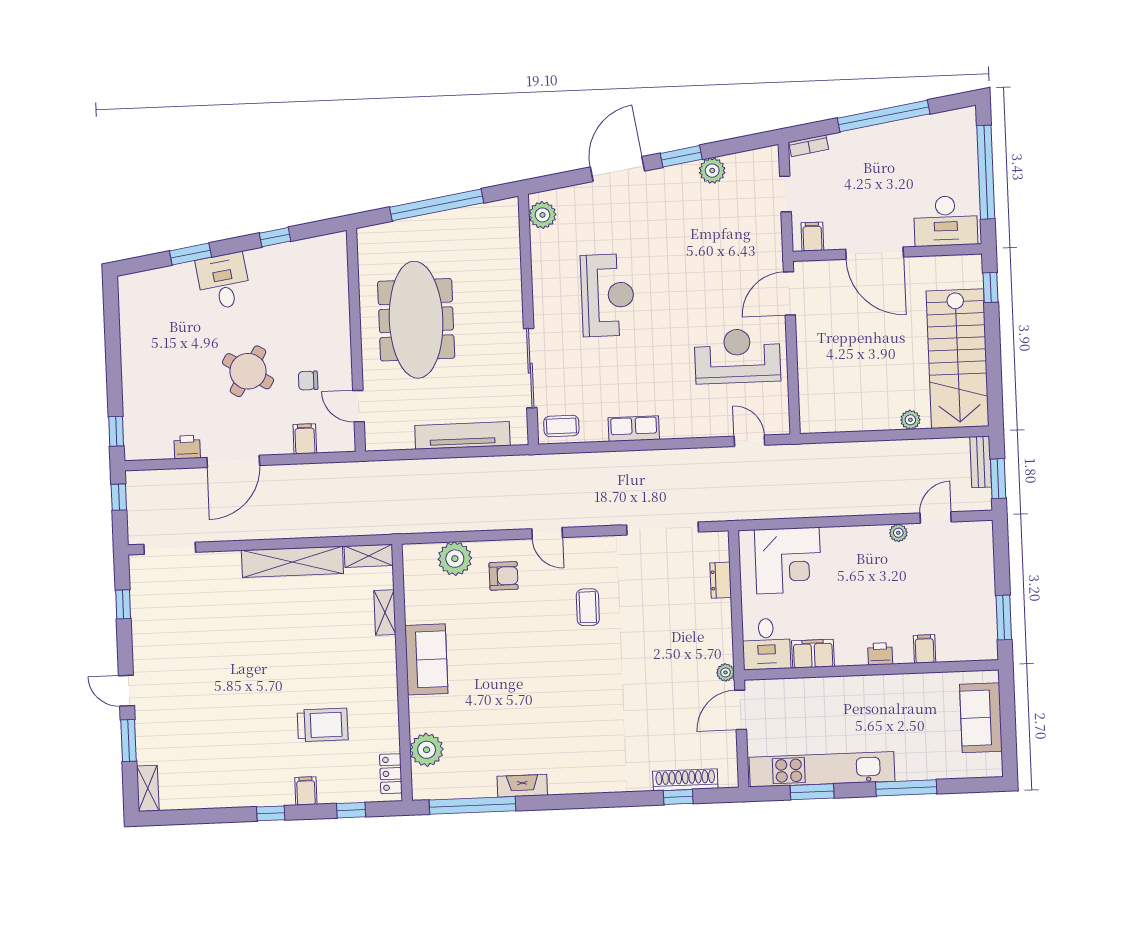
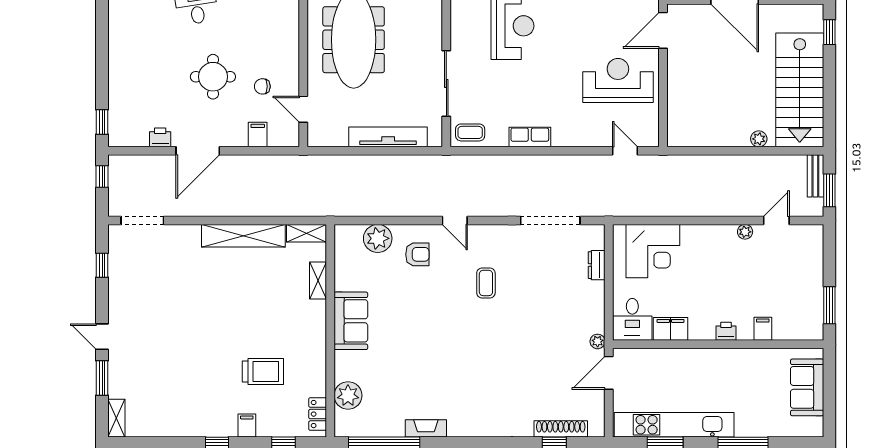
round table: (248, 371) -> (213, 77), turned -32

